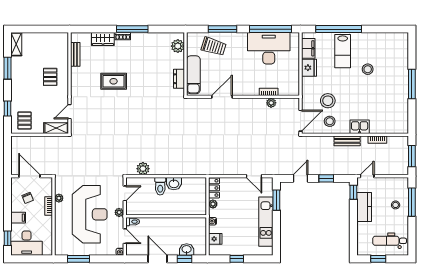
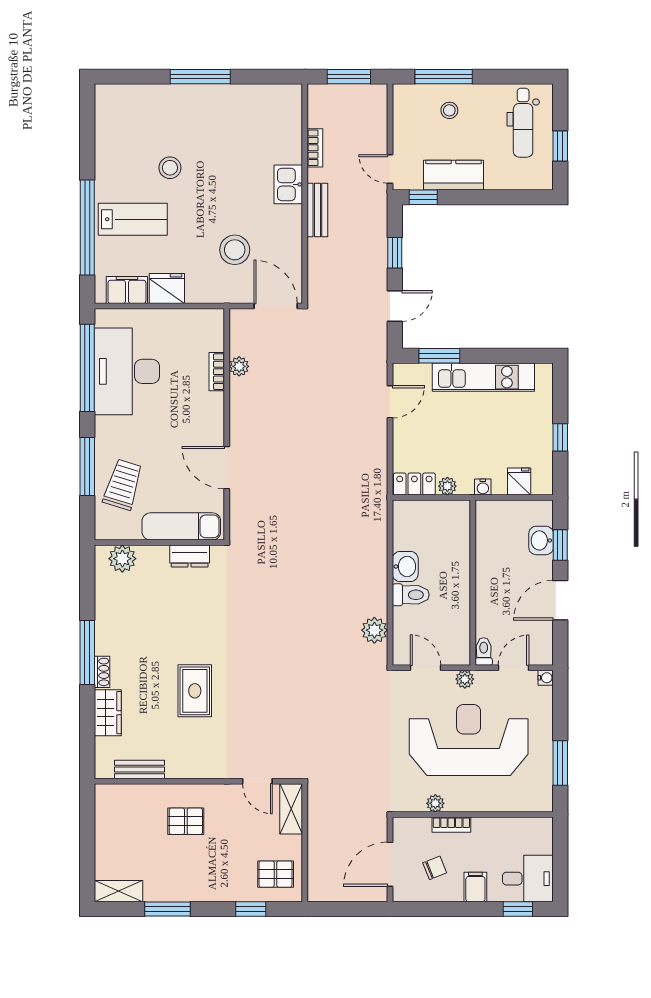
stool: (330, 121) -> (277, 246), removed
door: (300, 178) -> (395, 306), swing flipped
desk: (27, 243) -> (528, 879), width x0.73

